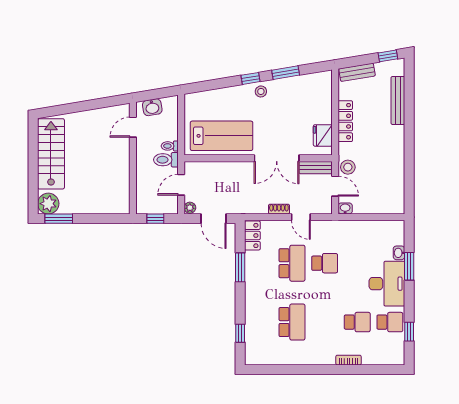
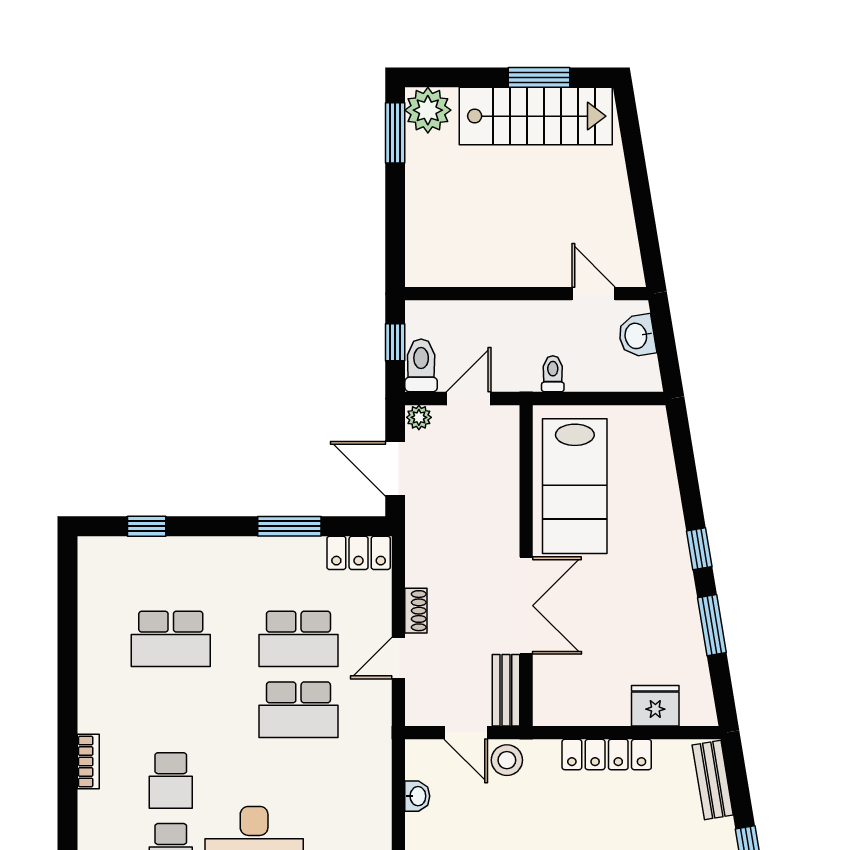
stool: (261, 91) -> (671, 571), removed
fridge: (323, 135) -> (655, 706), moved
window: (33, 152) -> (539, 77), added
double door: (277, 158) -> (526, 606), swing flipped
toilet: (166, 160) -> (421, 365), moved
door: (181, 185) -> (469, 398), hinge flipped
door: (335, 186) -> (466, 733), hinge flipped
washbasin: (345, 208) -> (417, 796), moved
door: (214, 219) -> (395, 469), hinge flipped
school desk: (325, 263) -> (298, 710), width x1.85

